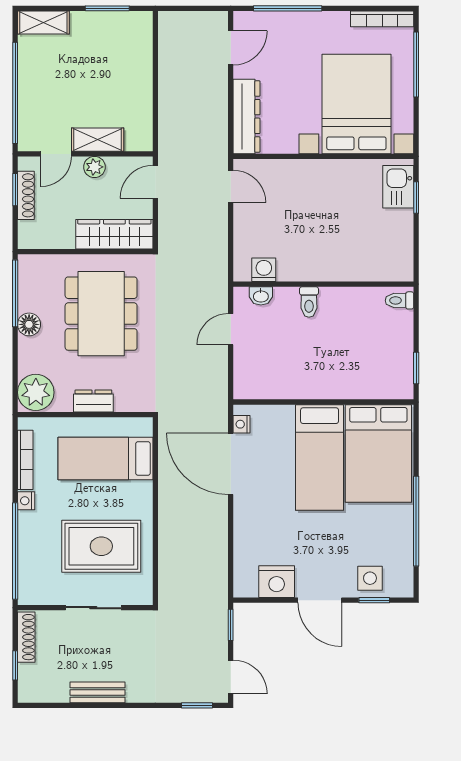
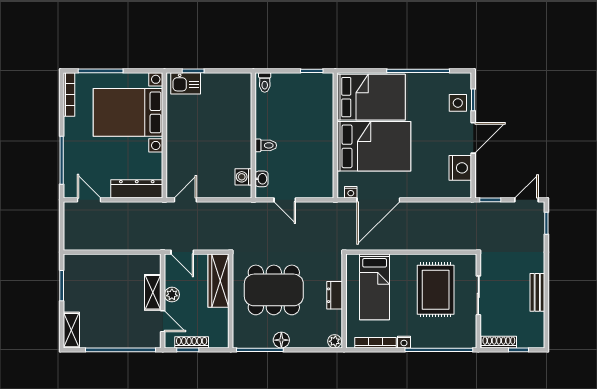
plant: (36, 392) -> (335, 341), width x0.53, depth x0.53
bed: (320, 457) -> (374, 146), width x1.50

